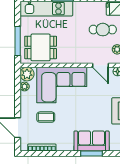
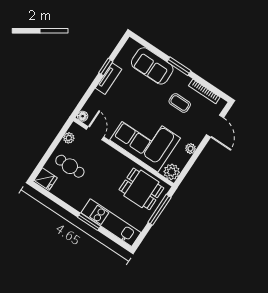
plant: (25, 87) -> (190, 149), moved
coffee table: (46, 117) -> (180, 103), moved
window: (91, 153) -> (179, 66), moved

